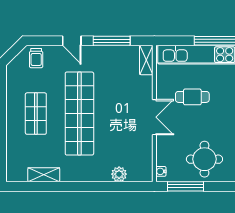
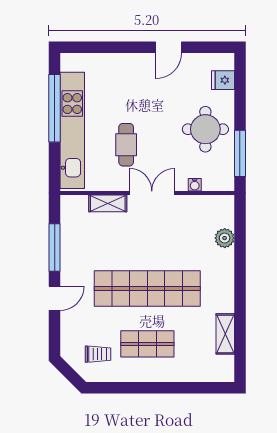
trolley: (36, 58) -> (98, 354), moved
shelving: (146, 60) -> (108, 203), moved
water cooler: (161, 171) -> (195, 185), moved

